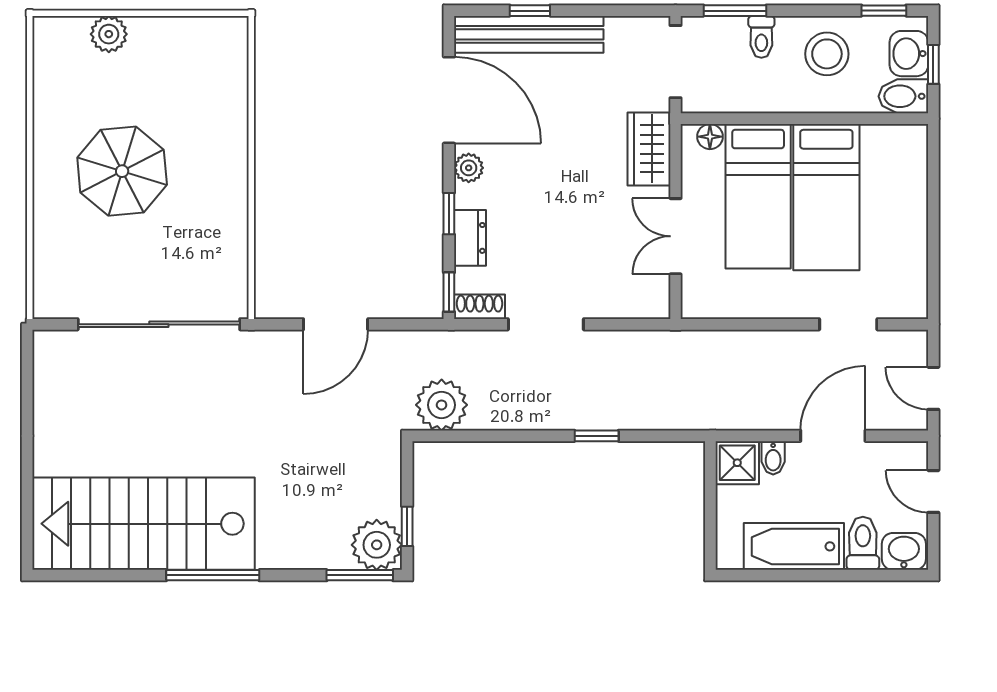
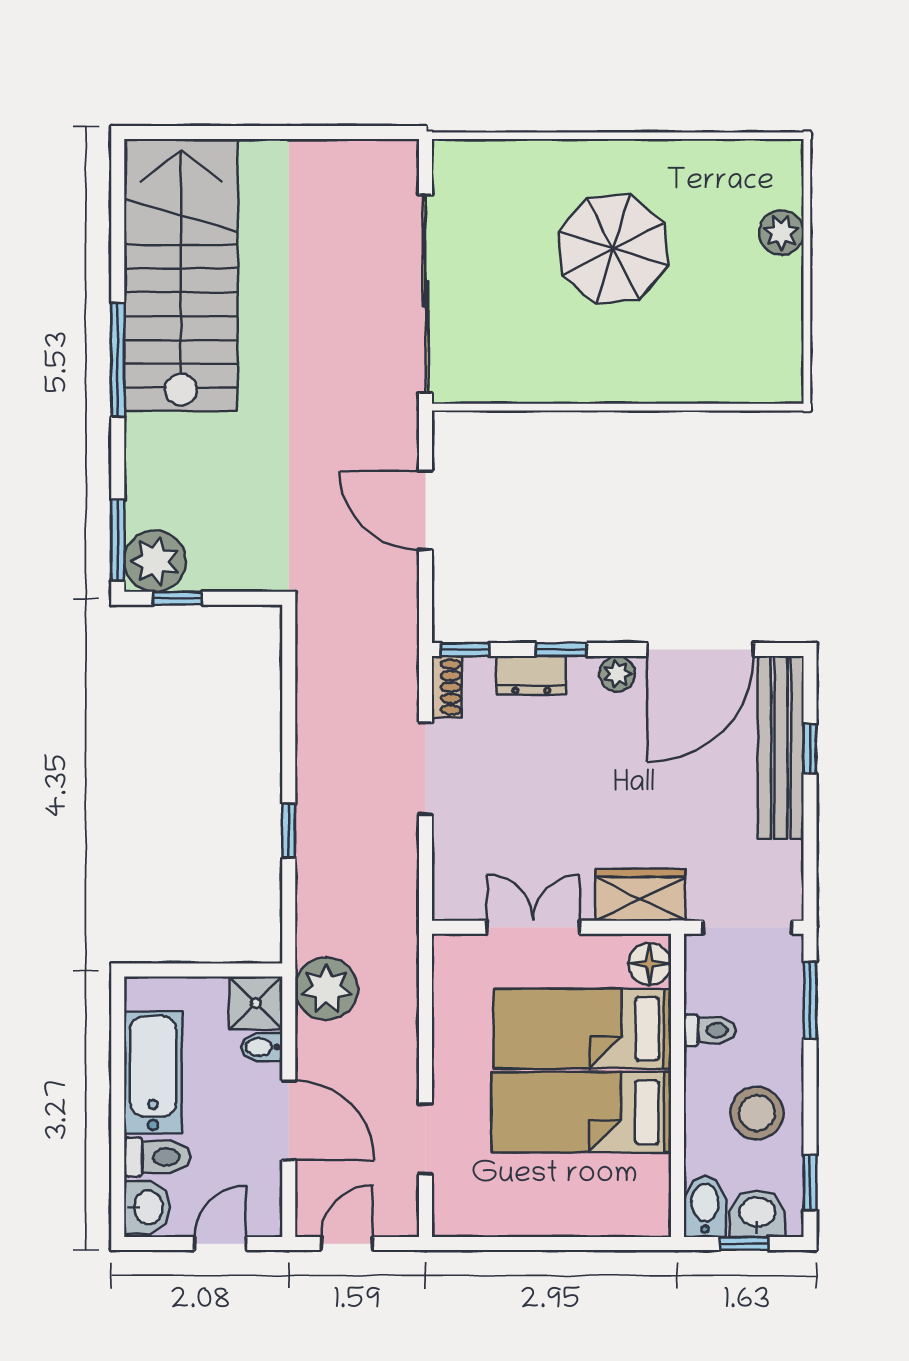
toilet: (761, 37) -> (710, 1030), moved, turned 180
floor lamp: (710, 137) -> (650, 964), width x1.37, depth x1.37
plant: (442, 405) -> (327, 989), moved

